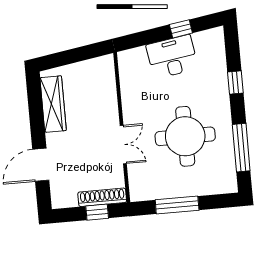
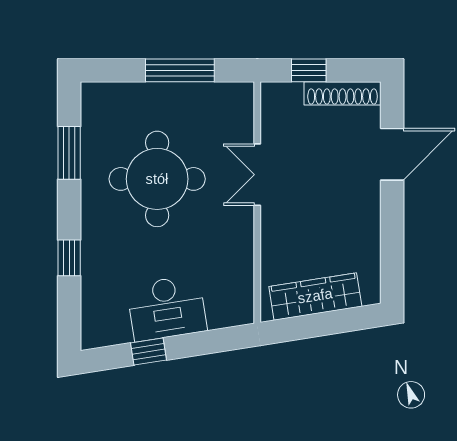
wardrobe: (53, 104) -> (315, 296), moved, turned 81
window: (241, 148) -> (69, 153), width x0.69
shoe rack: (102, 197) -> (343, 93), moved

